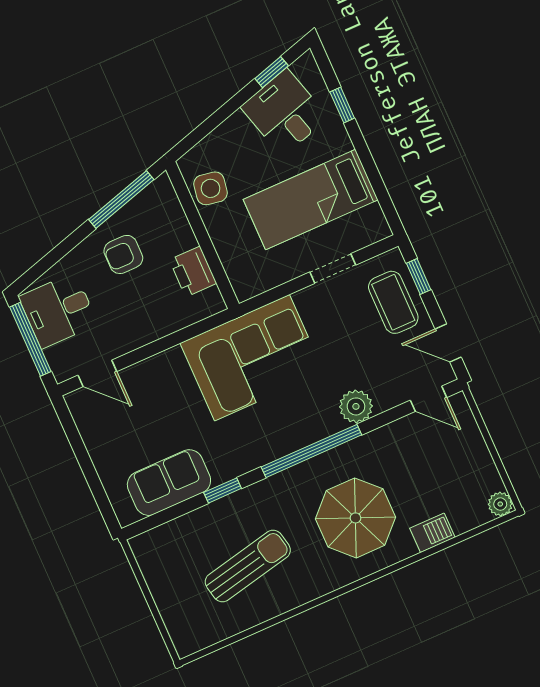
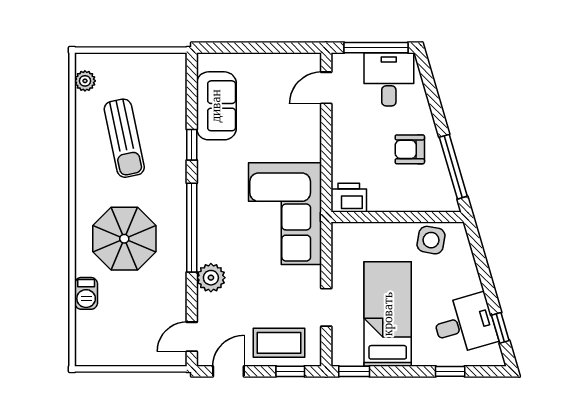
window: (388, 208) -> (354, 371), added
armchair: (123, 254) -> (410, 149), turned -90
printer: (193, 272) -> (349, 198), moved
plant: (500, 504) -> (85, 81), moved

